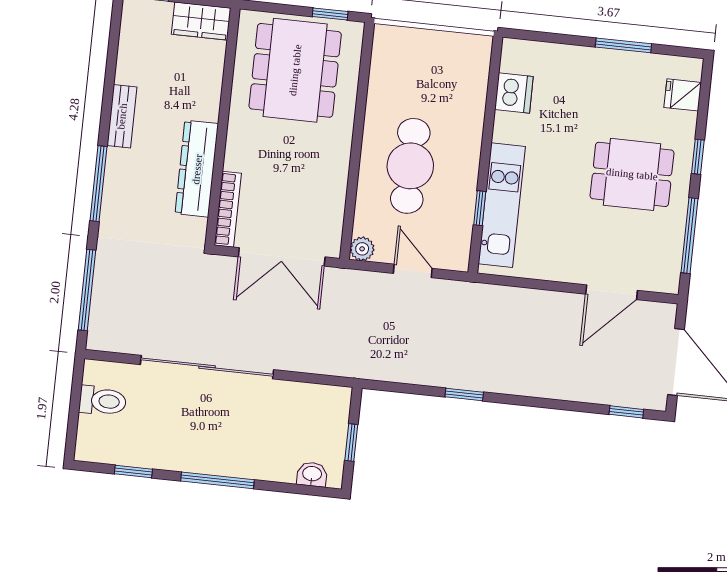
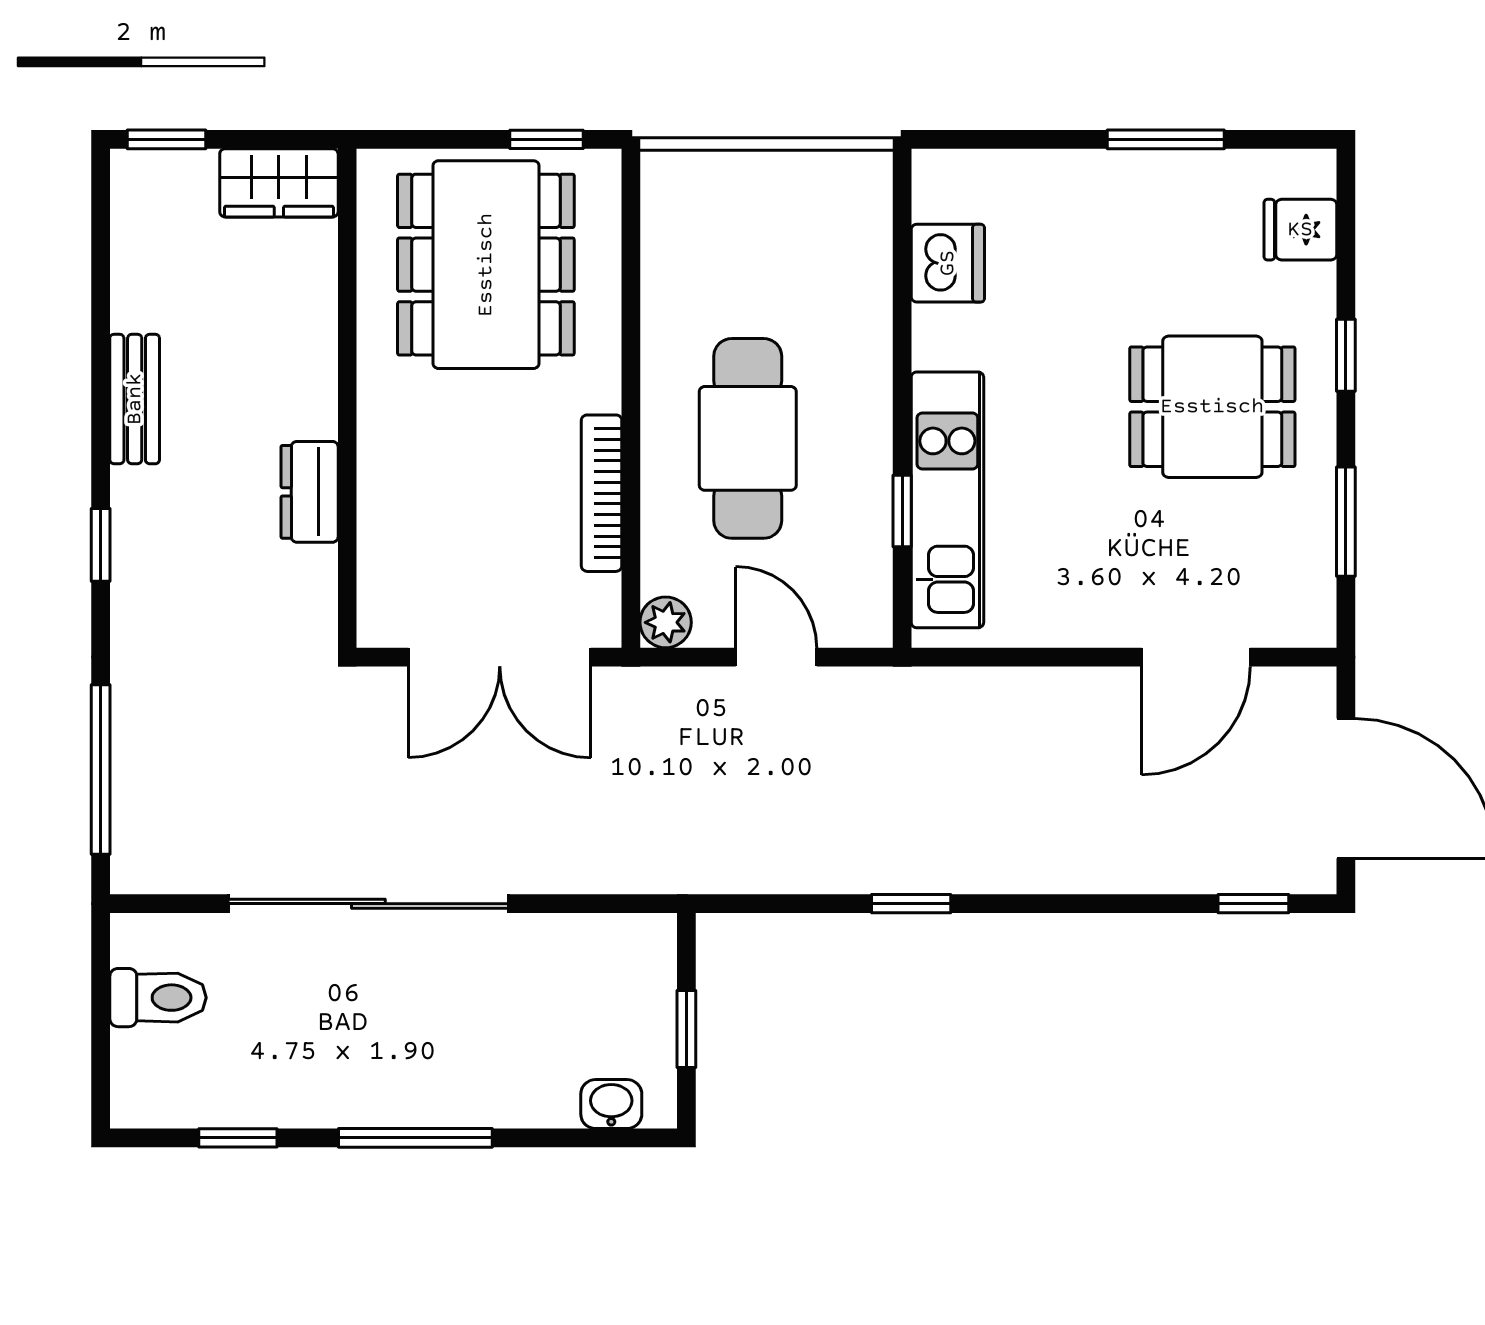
dresser: (197, 169) -> (310, 492), width x0.51, depth x0.80
window: (98, 184) -> (101, 545), width x0.46
bookcase: (228, 209) -> (602, 493), moved, turned 180
window: (689, 236) -> (1346, 522), width x0.69

